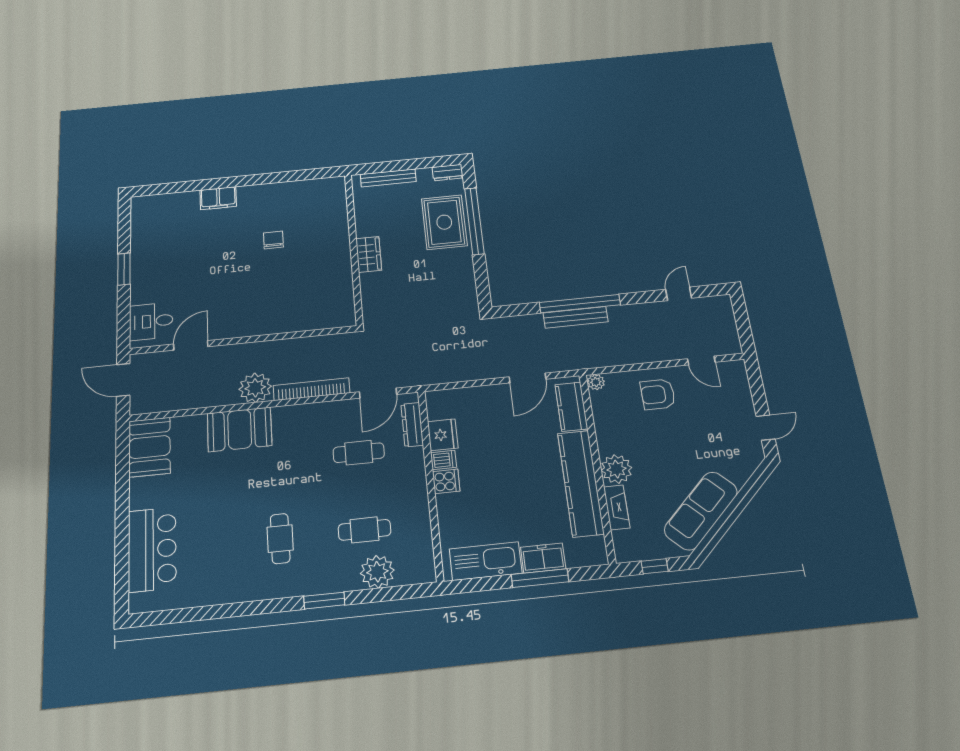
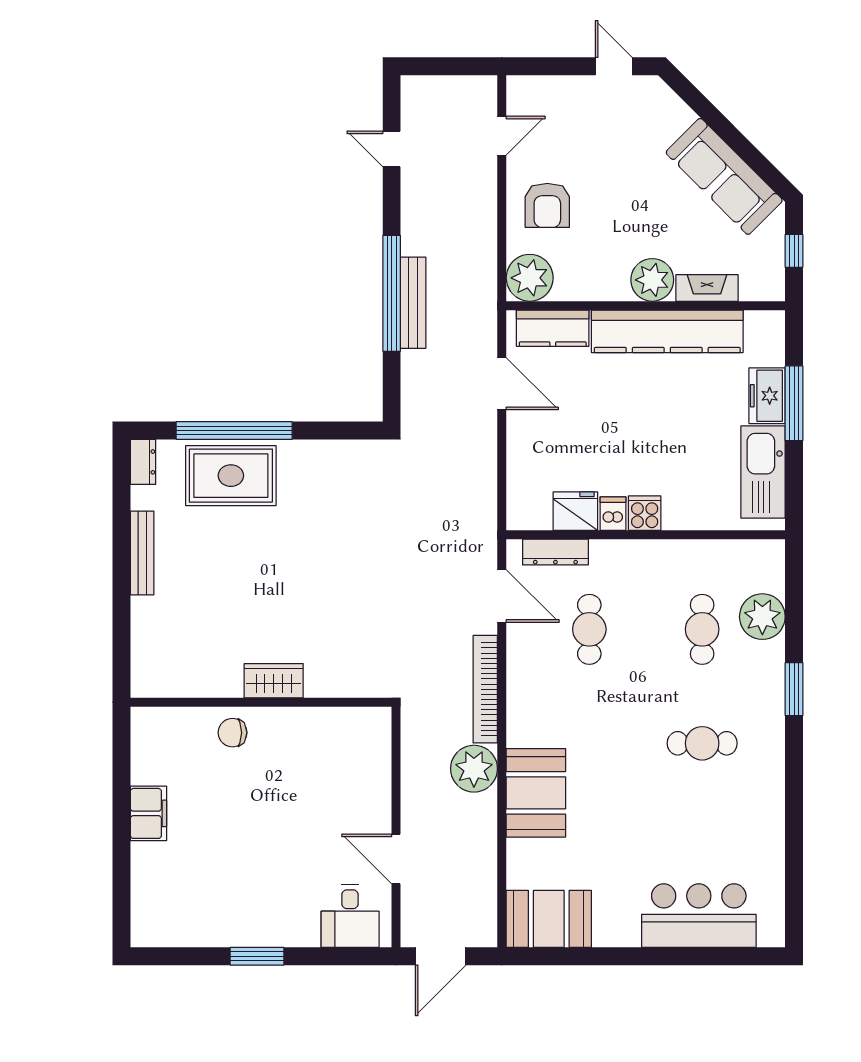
wall: (354, 248) -> (261, 702), moved
wardrobe: (369, 254) -> (274, 681), moved
plant: (596, 382) -> (530, 278), width x1.88, depth x1.88

